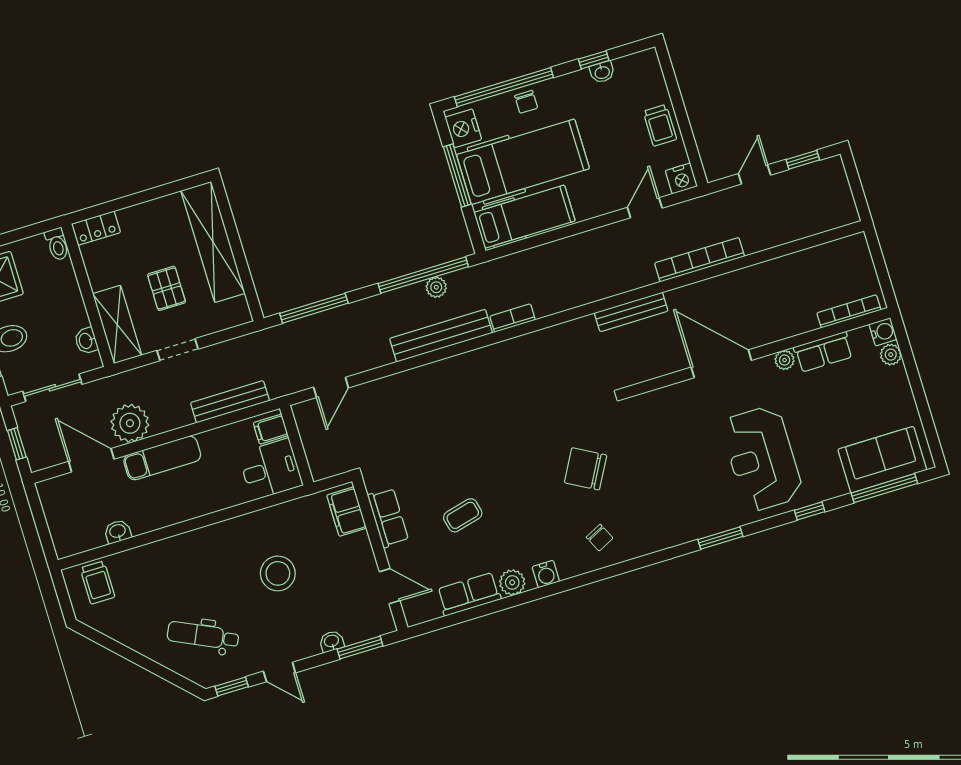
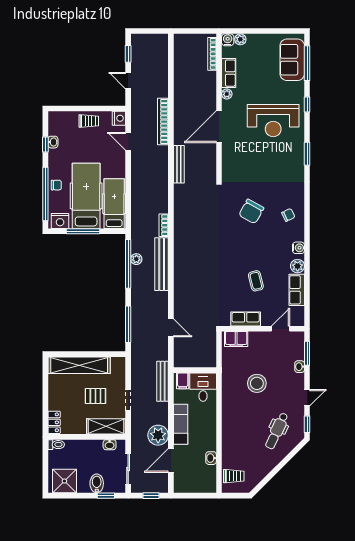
filing cabinet: (271, 429) -> (183, 381), moved
wall: (297, 445) -> (195, 370), moved
desk: (270, 469) -> (203, 387), moved

